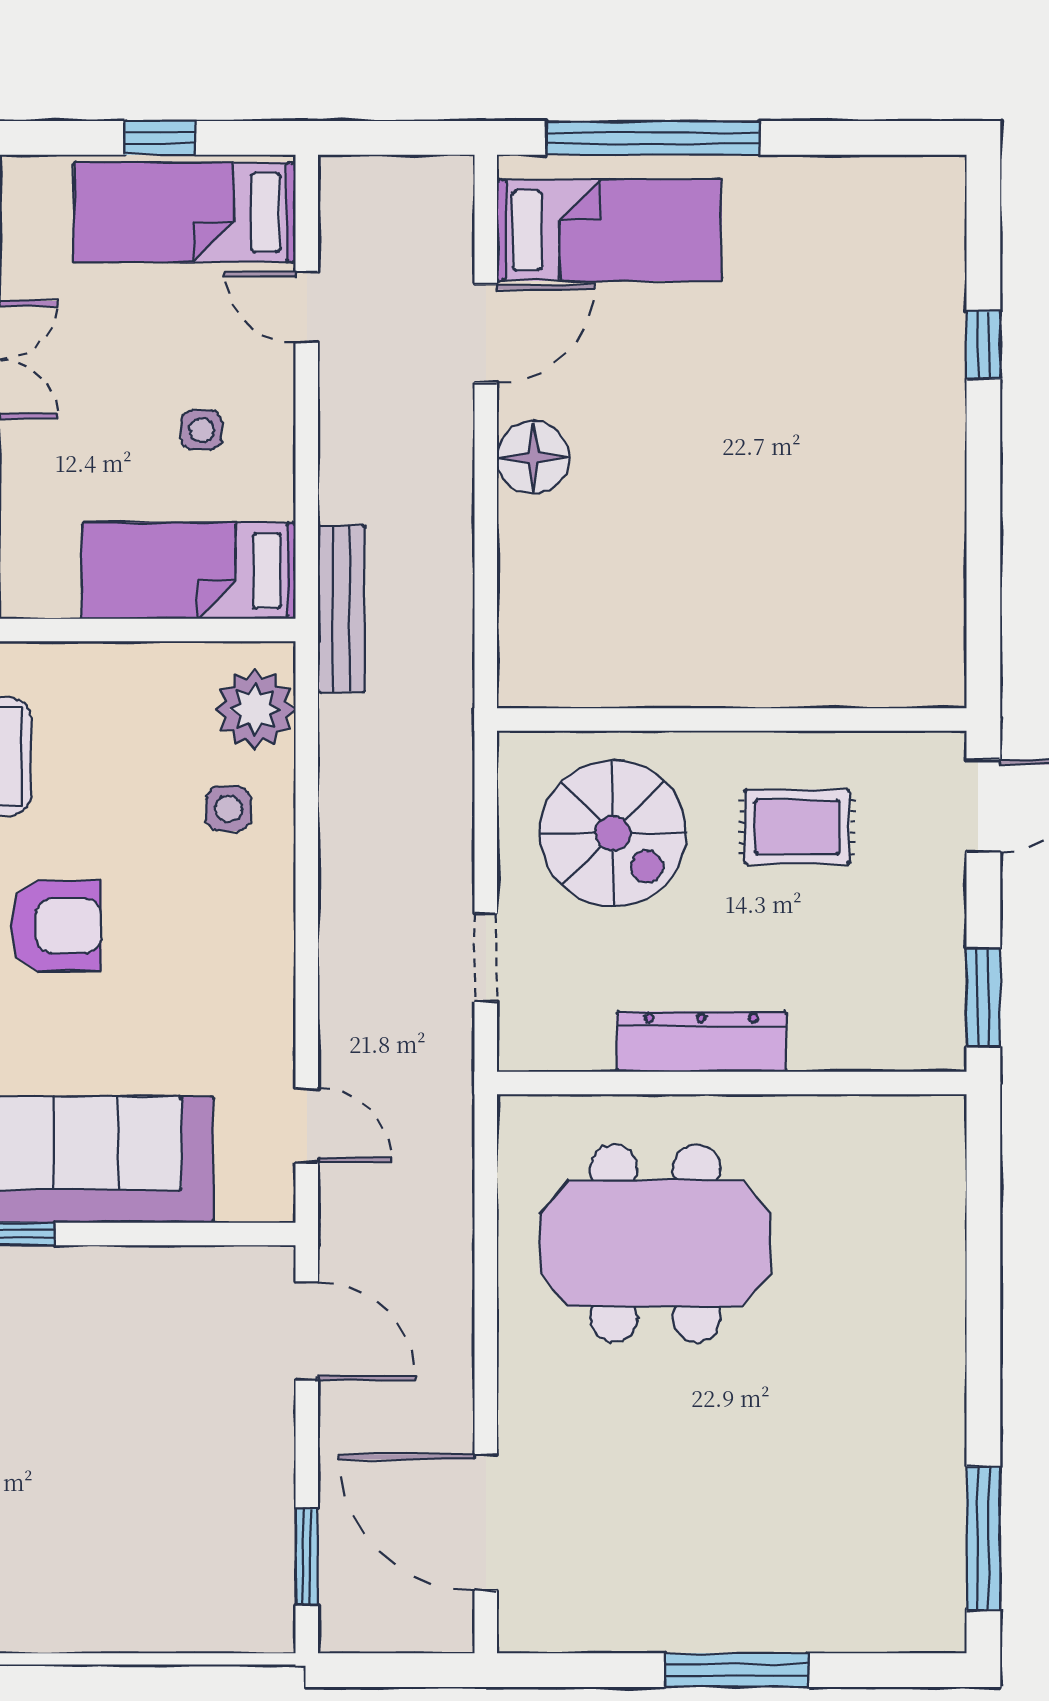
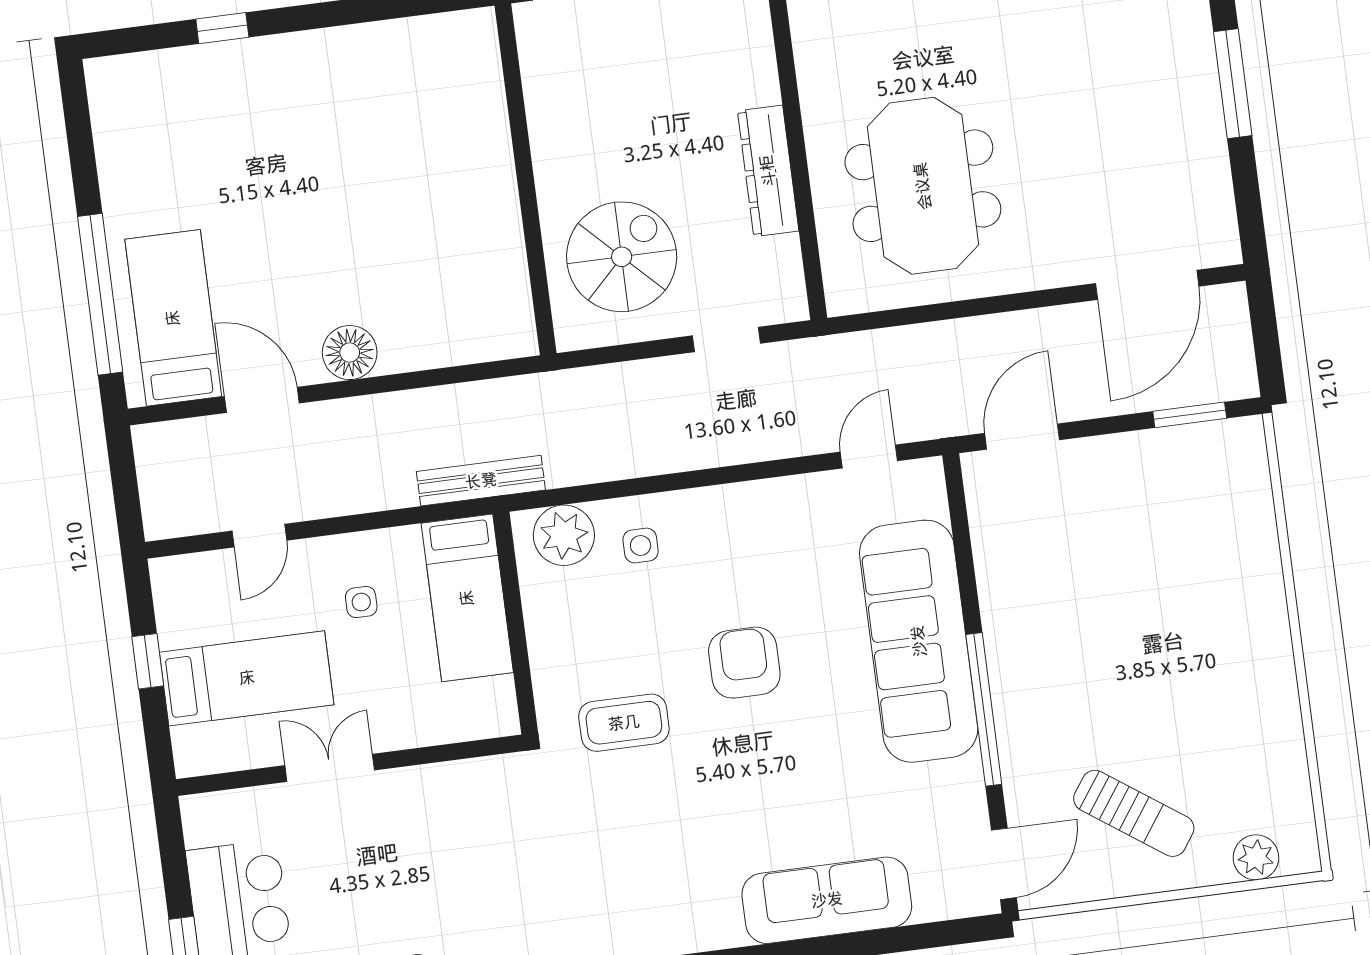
bed: (185, 212) -> (247, 678), moved, turned -90
rug: (797, 827) -> (599, 120), removed

